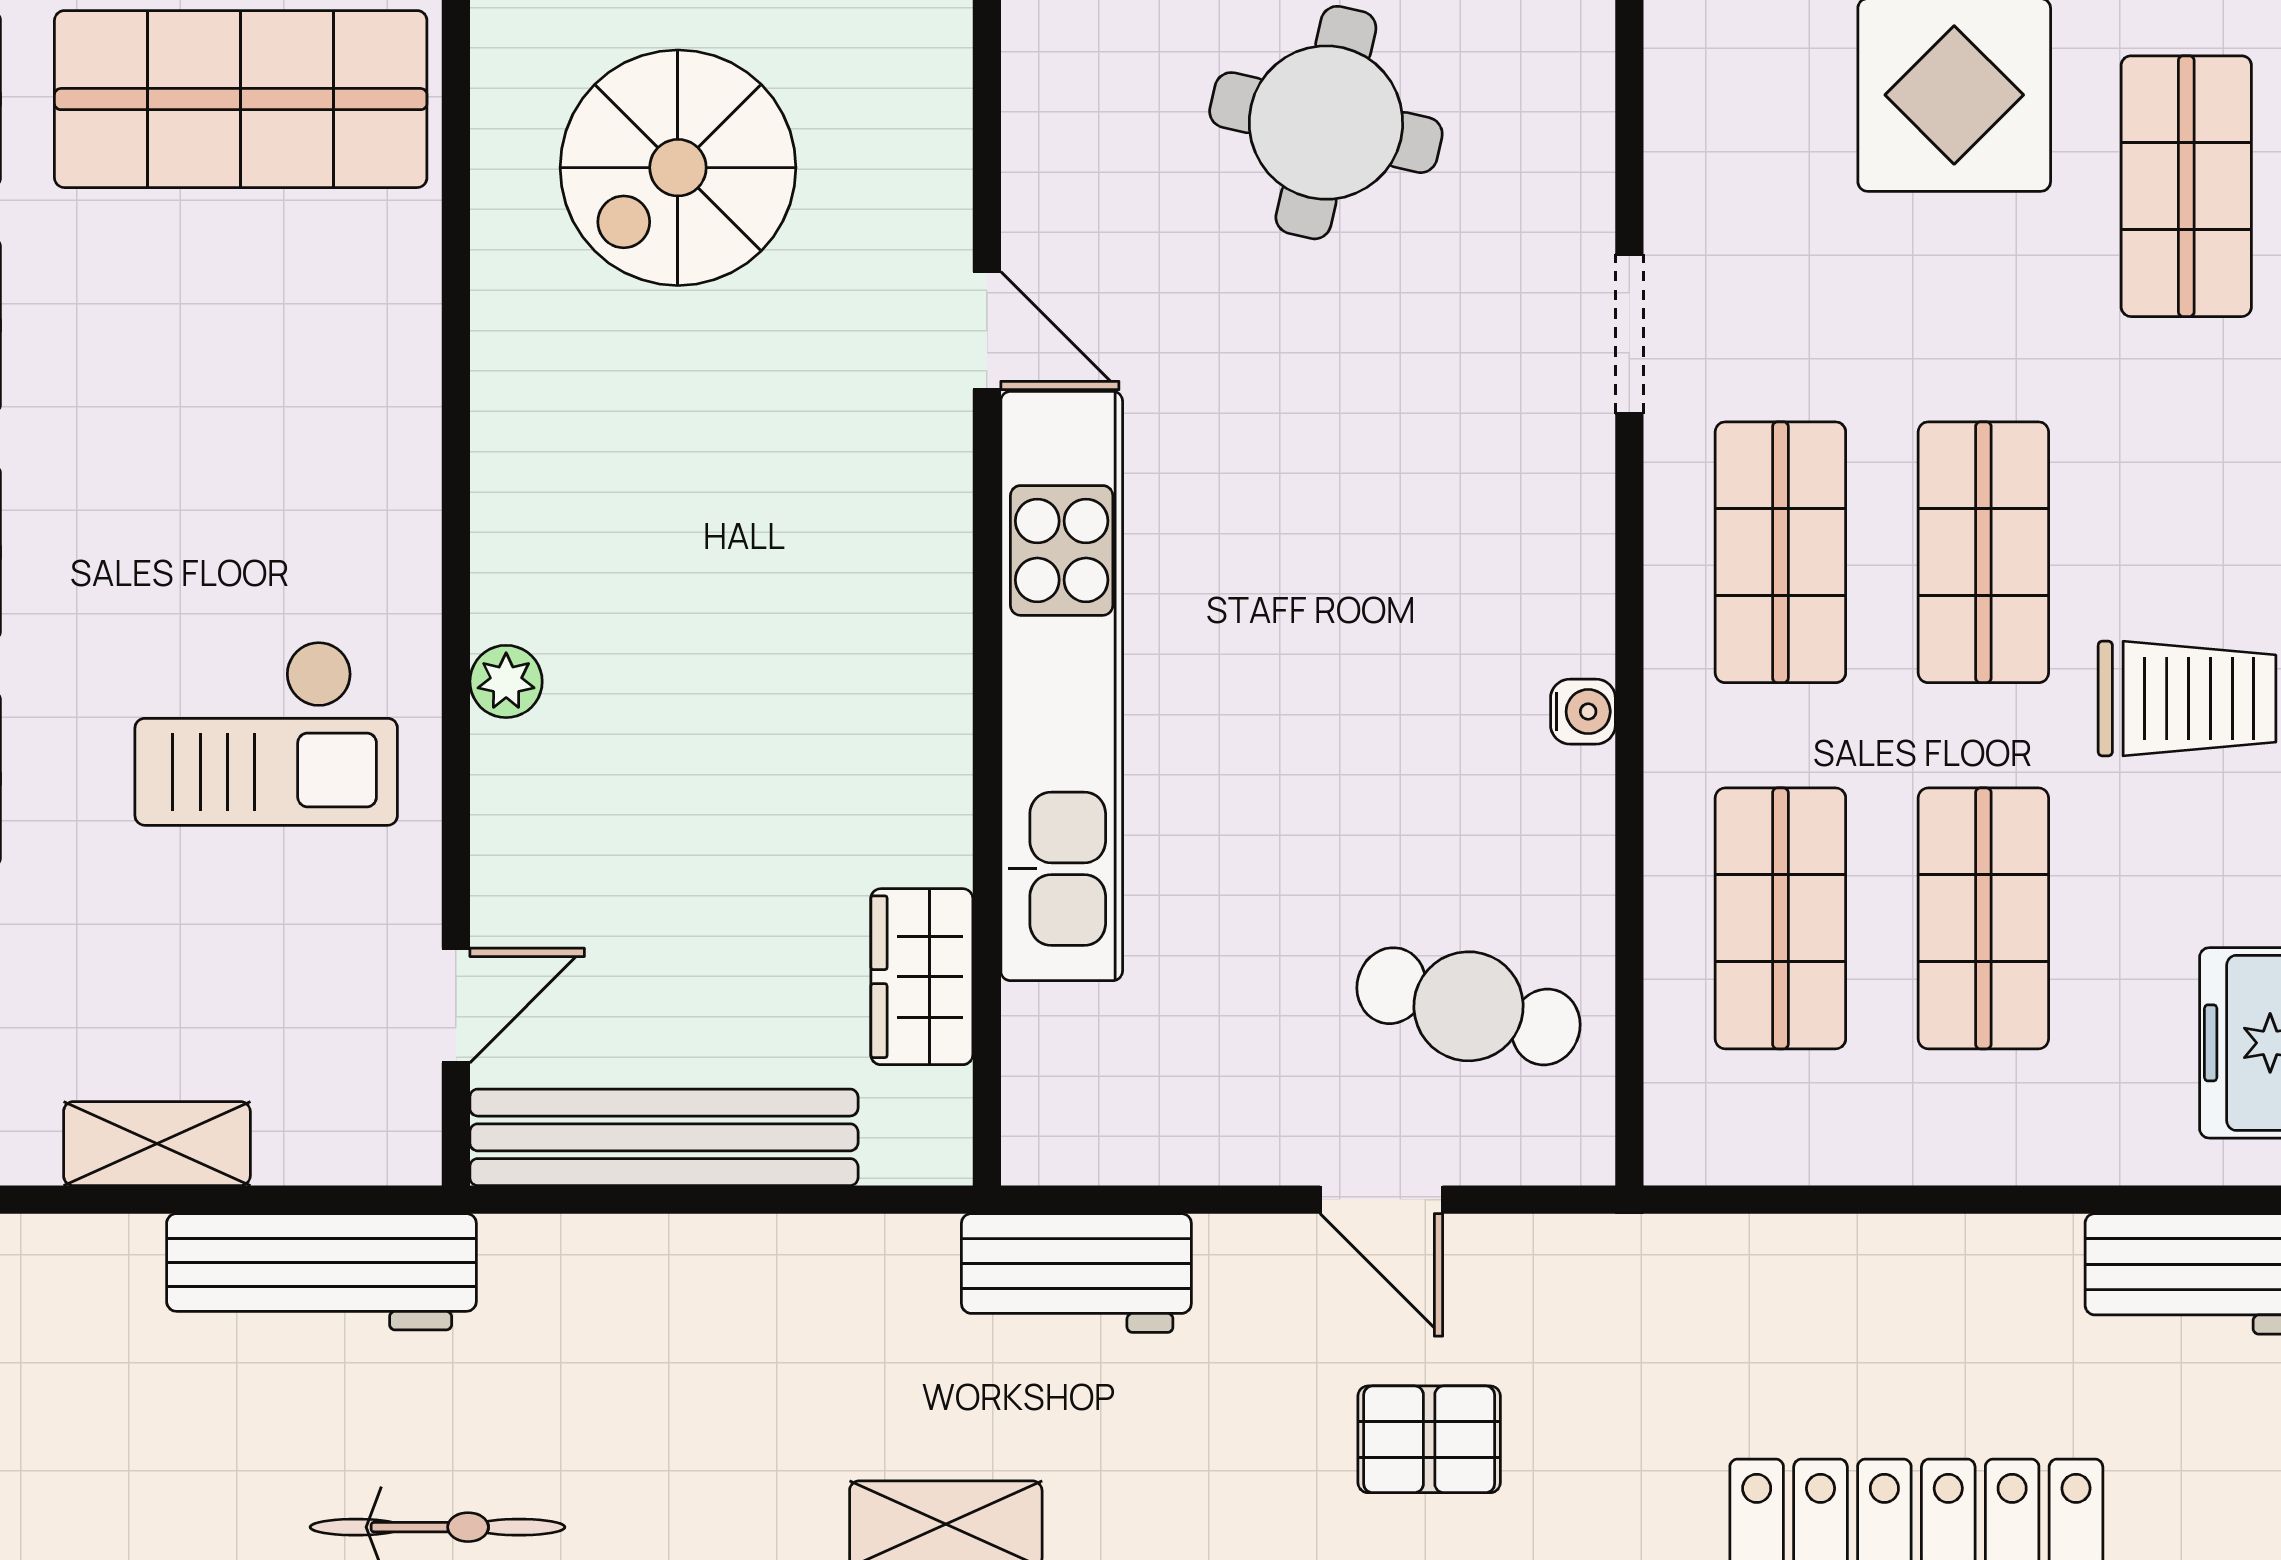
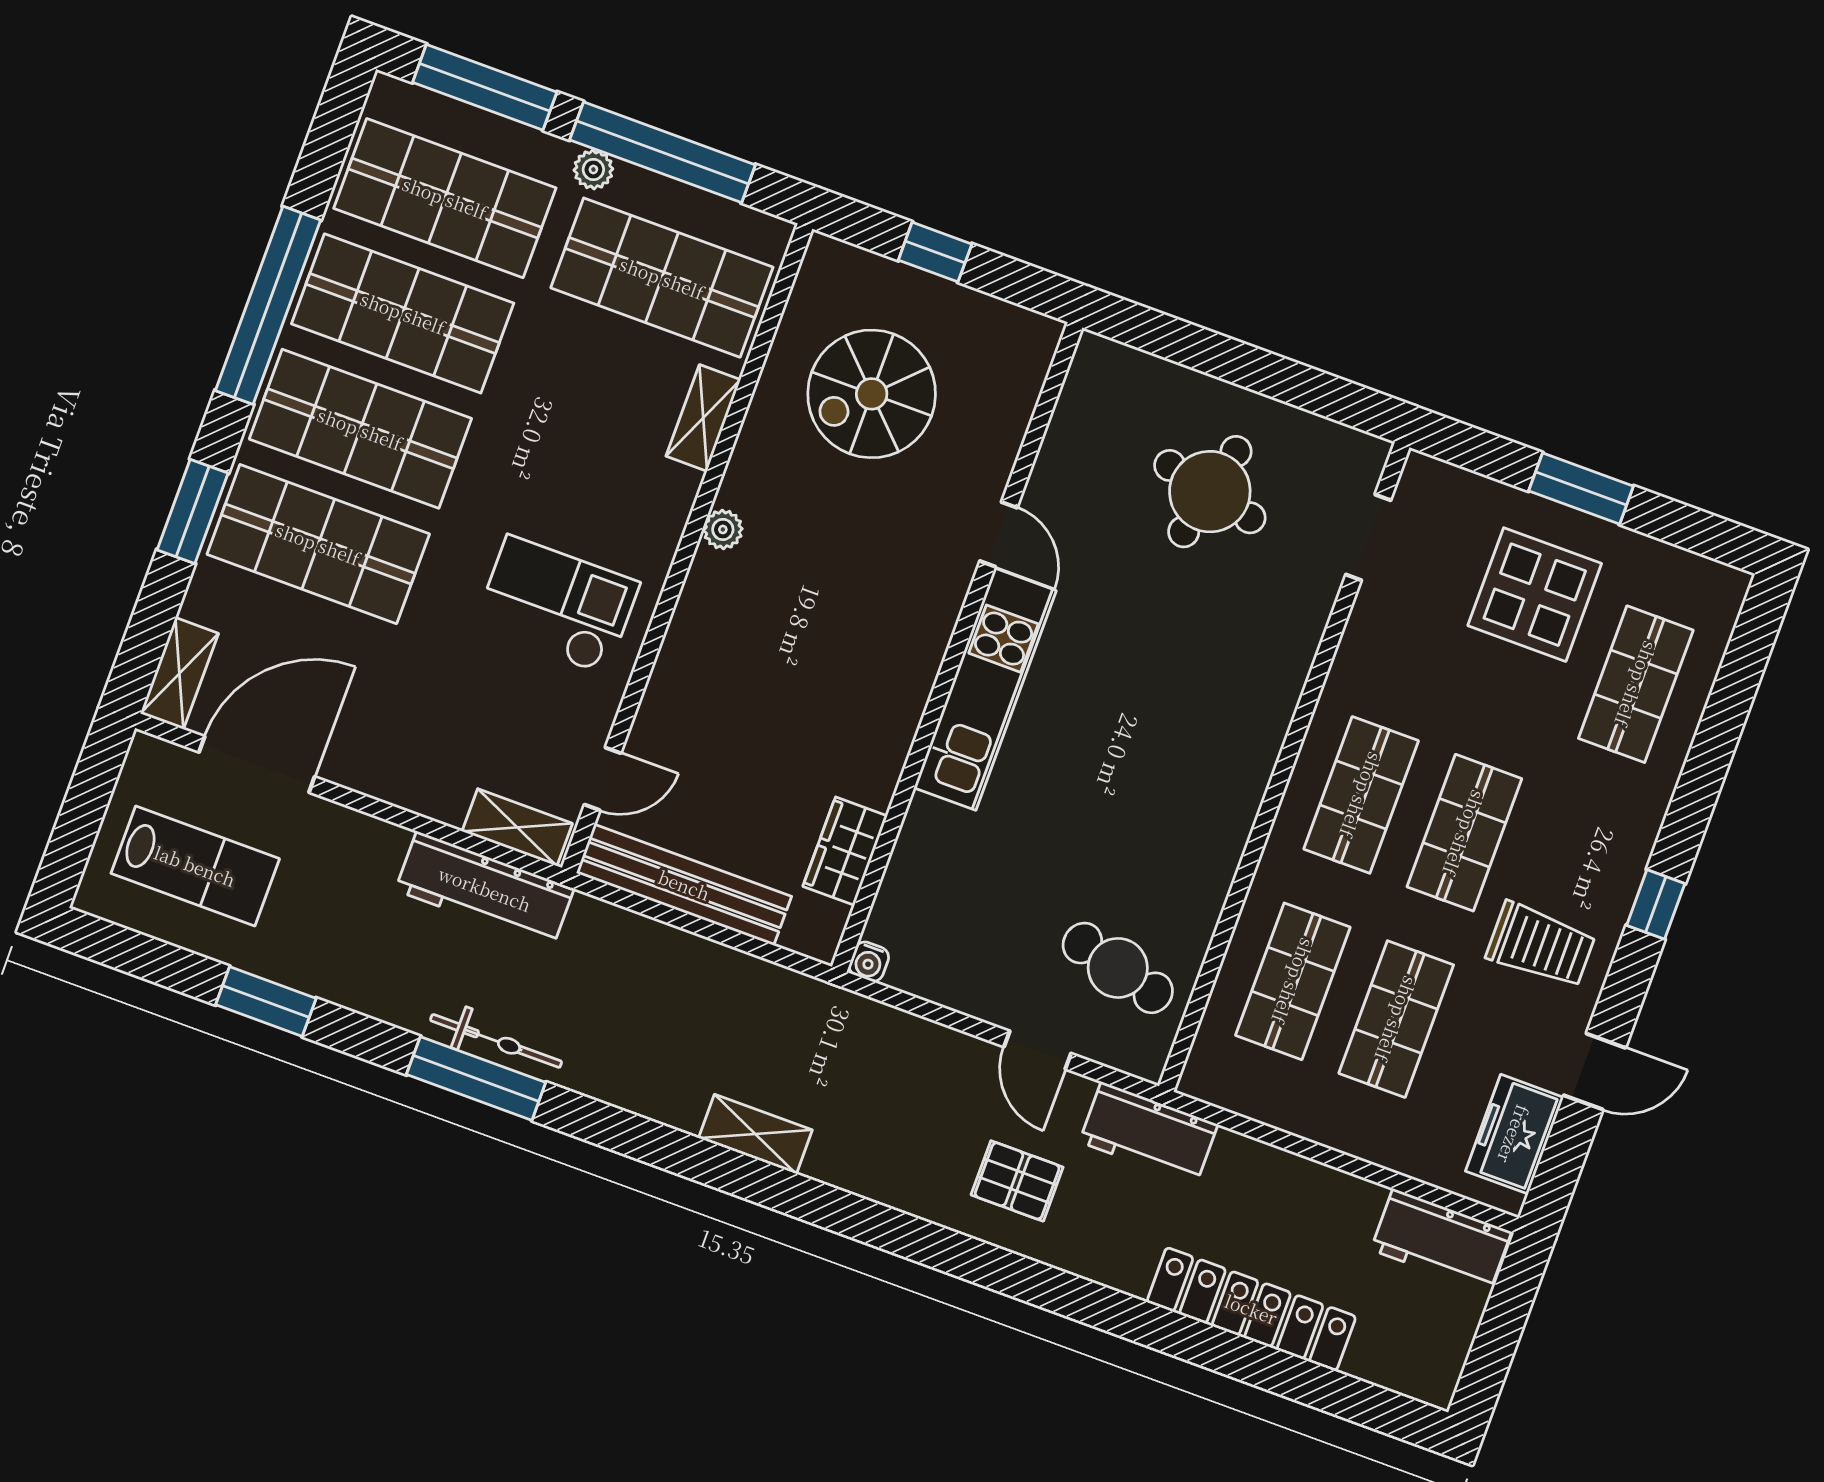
shelving: (401, 316) -> (703, 418), added
doorway: (1629, 334) -> (1368, 537), moved
plant: (506, 681) -> (723, 529), moved
kitchen unit: (1062, 686) -> (985, 689), width x0.73
water cooler: (1583, 712) -> (869, 962), moved, turned 90
checkout: (266, 733) -> (557, 605), turned 180
shelving: (157, 1144) -> (517, 827), moved
workbench: (1076, 1273) -> (1149, 1133), moved

